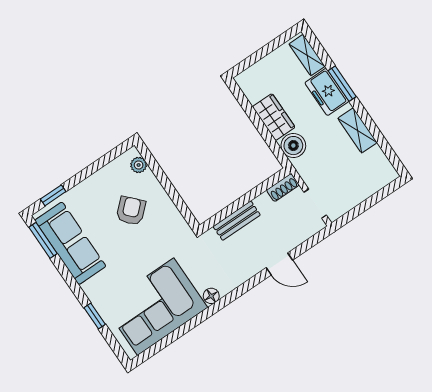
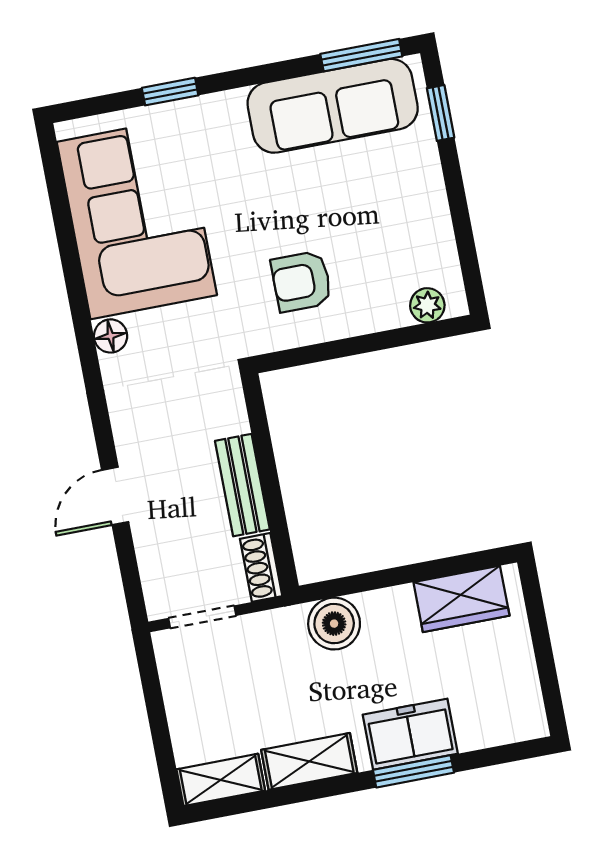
shelving: (307, 55) -> (221, 780), moved
wardrobe: (274, 117) -> (461, 599), moved
armchair: (131, 211) -> (301, 281), moved, turned 133
bench: (237, 221) -> (242, 485), moved

